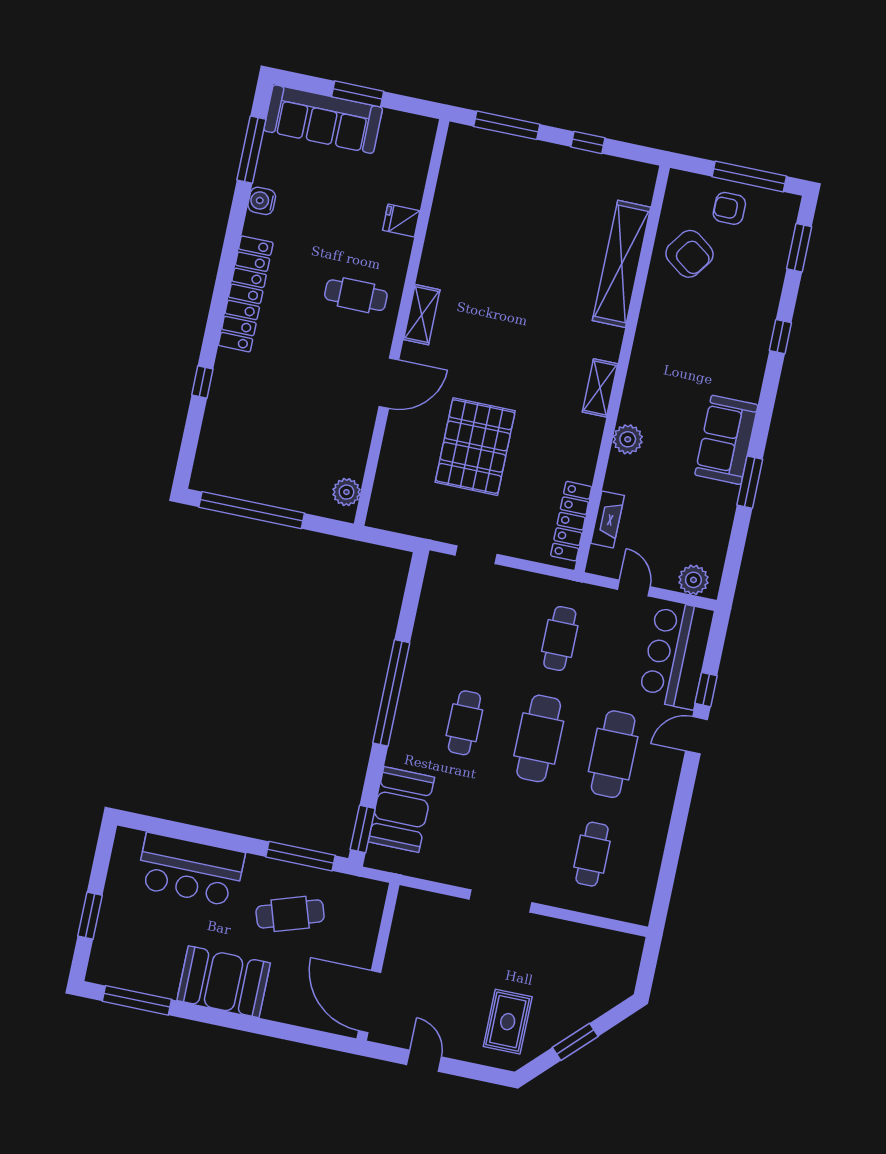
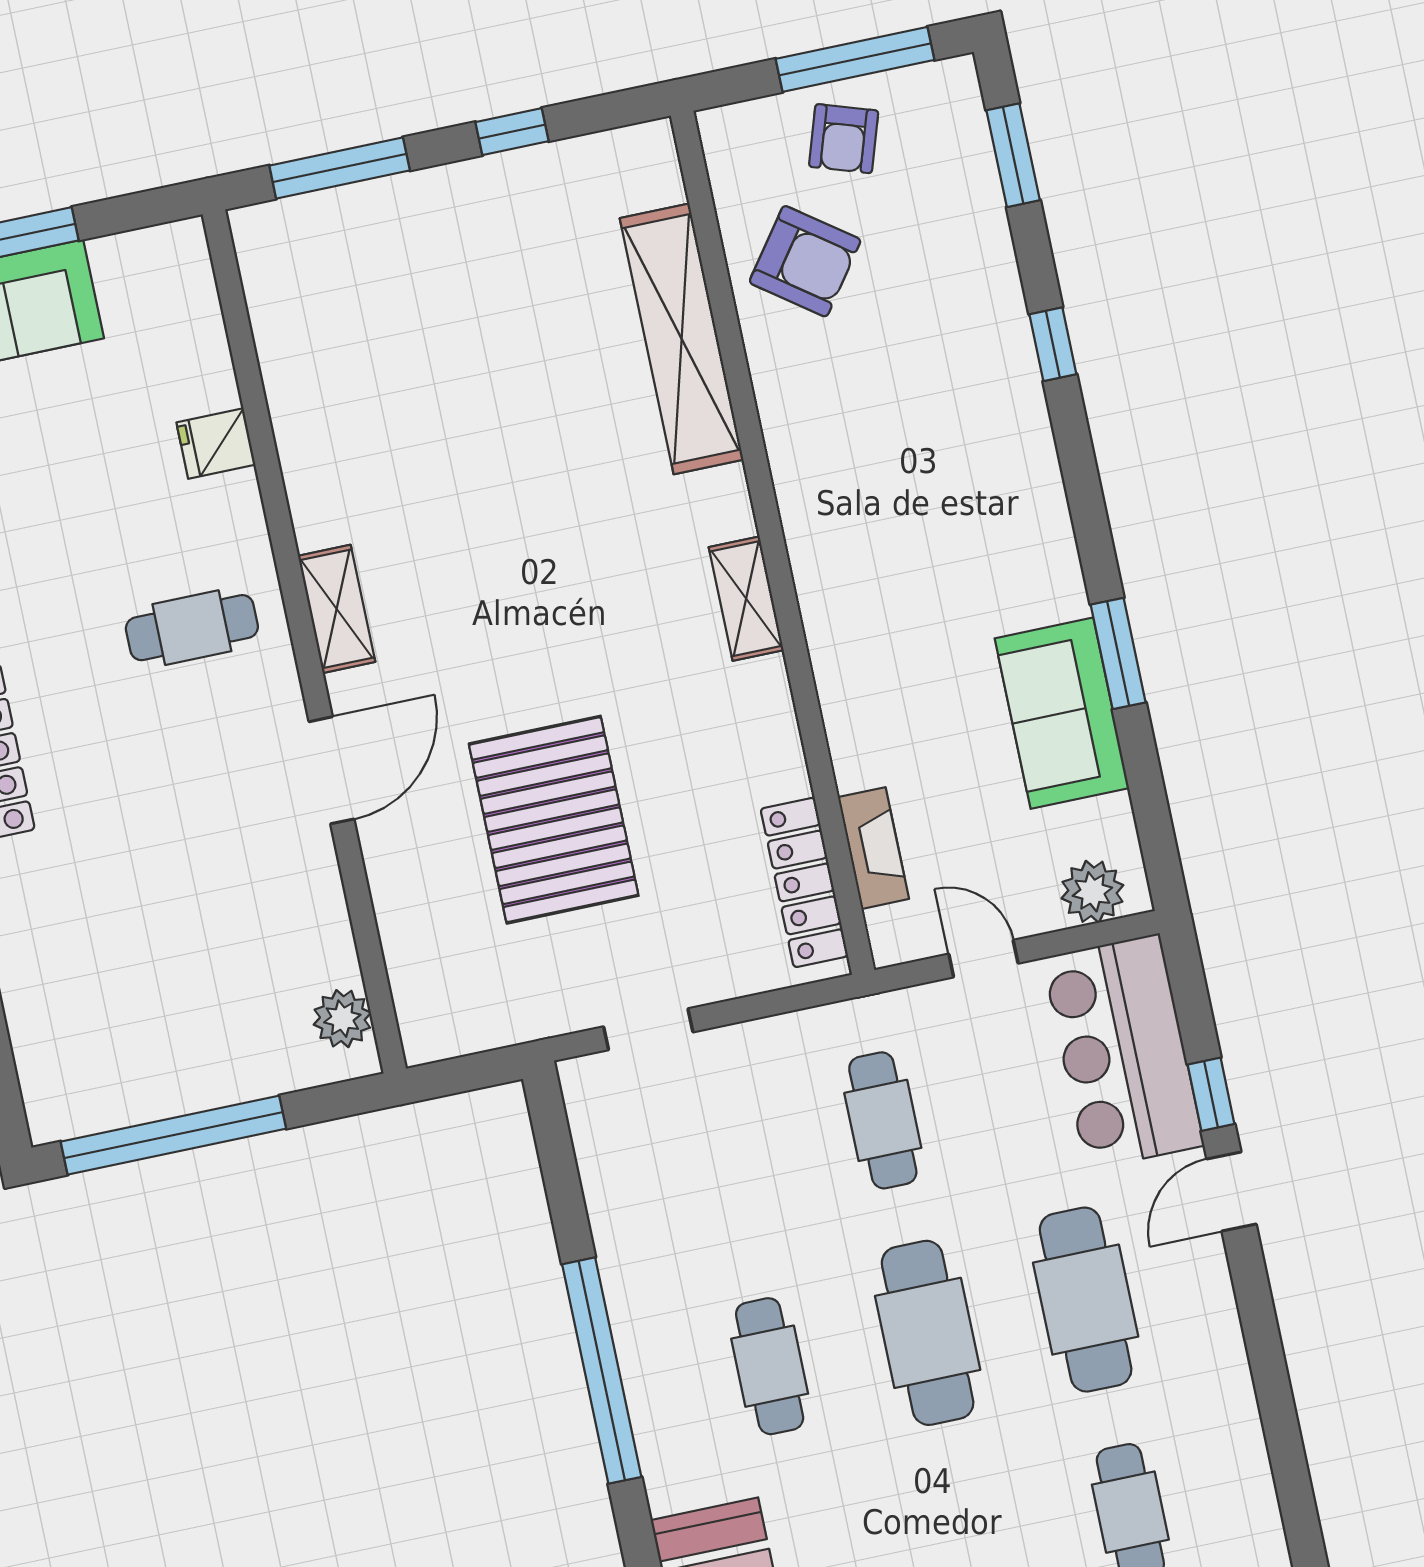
armchair: (729, 208) -> (844, 139), turned -72
plant: (628, 439) -> (844, 675), removed
sofa: (726, 440) -> (1062, 713), moved

